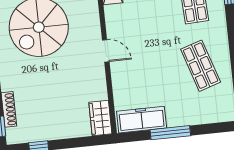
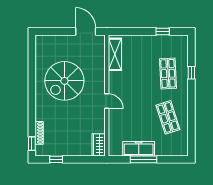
freezer: (142, 120) -> (139, 149), moved

